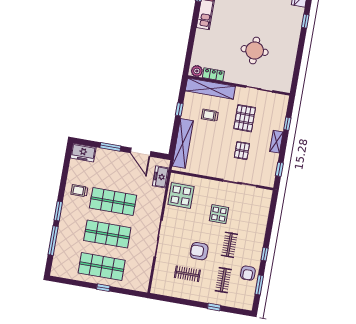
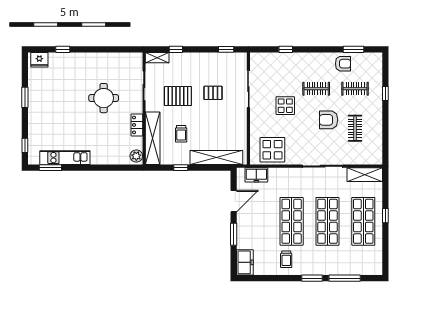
locker: (213, 74) -> (137, 125), moved
shelving: (276, 142) -> (157, 58), moved
armchair: (199, 251) -> (329, 120), turned 90
window: (265, 254) -> (286, 49), moved
shelving: (144, 275) -> (365, 175), added

